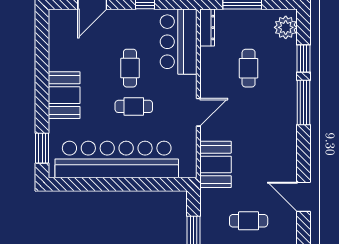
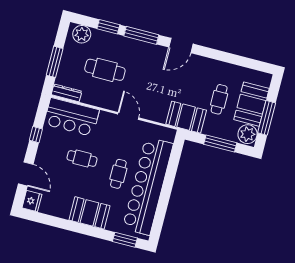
fridge: (60, 19) -> (32, 201), added
cafe table: (249, 68) -> (105, 70), width x1.37, depth x1.35
cafe table: (134, 106) -> (118, 174), moved
booth: (216, 164) -> (186, 117), moved
door: (304, 197) -> (181, 46), moved

